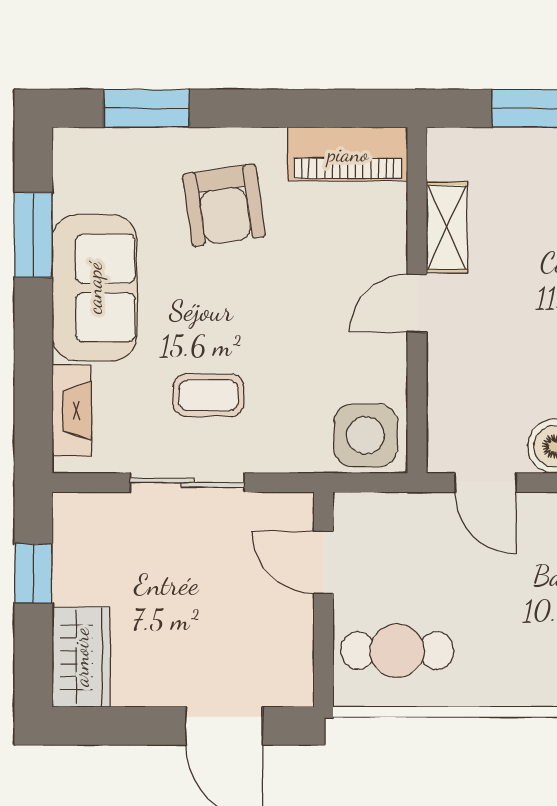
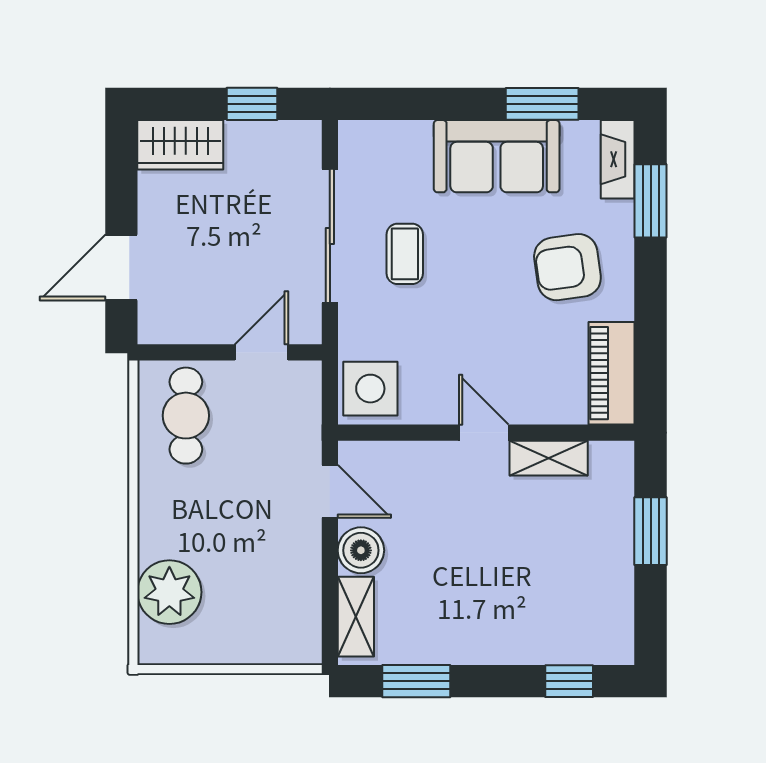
fireplace: (72, 411) -> (618, 159), moved, turned 90
sliding door: (187, 483) -> (330, 236), width x1.37
door: (486, 483) -> (330, 491), swing flipped

